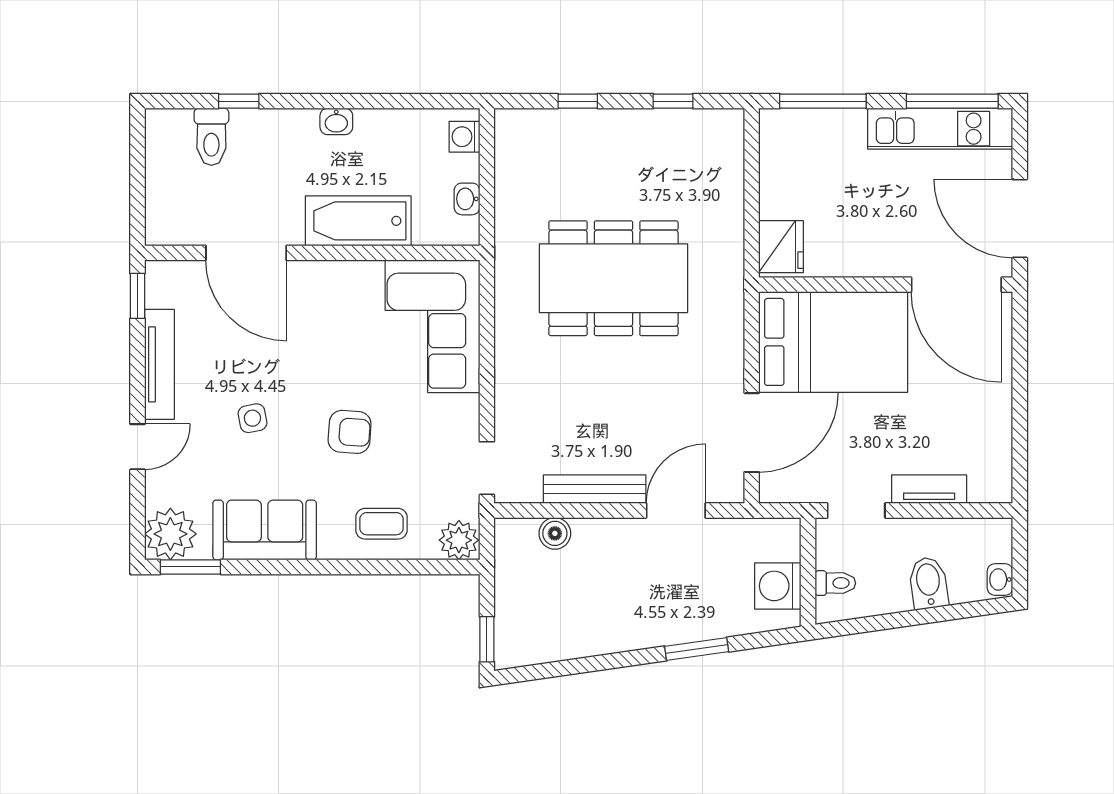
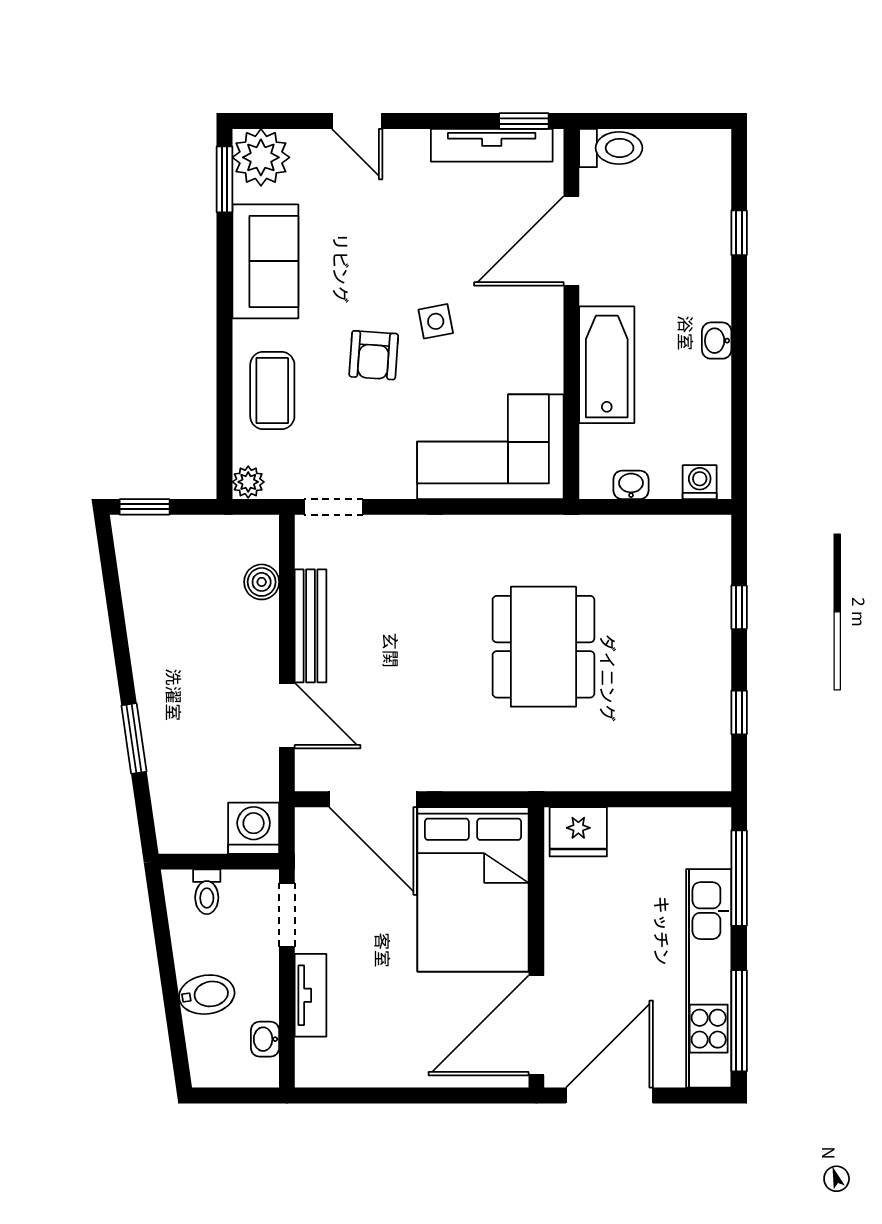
kitchen unit: (940, 129) -> (709, 978), width x1.36
toilet: (211, 137) -> (611, 148), moved, turned 180
dining table: (613, 278) -> (543, 647), width x0.73, depth x0.80
tv unit: (159, 364) -> (492, 145), moved
side table: (252, 418) -> (436, 321), moved
coffee table: (382, 524) -> (272, 391), width x1.36, depth x1.30
plant: (459, 540) -> (248, 482), width x0.73, depth x0.73
washbasin: (1000, 579) -> (265, 1039), moved, turned -90
washing machine: (778, 586) -> (254, 828), moved

